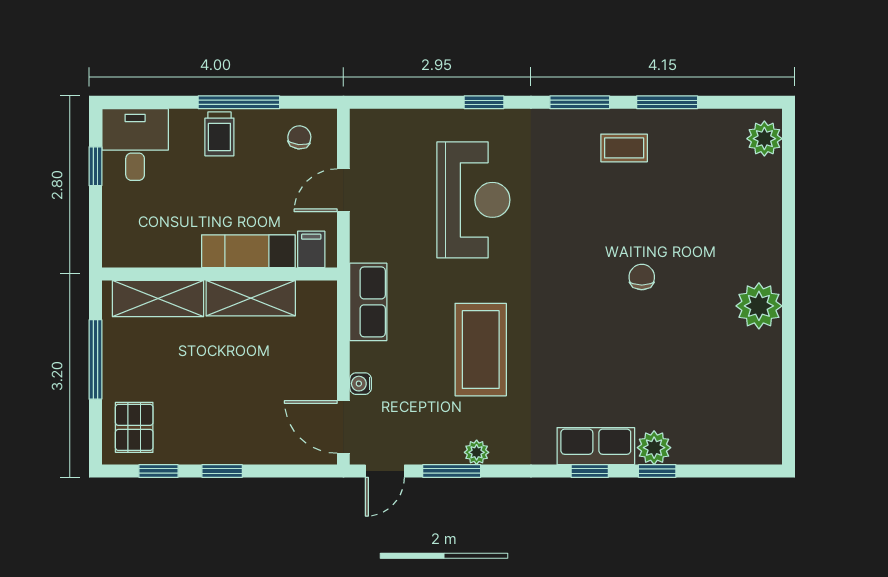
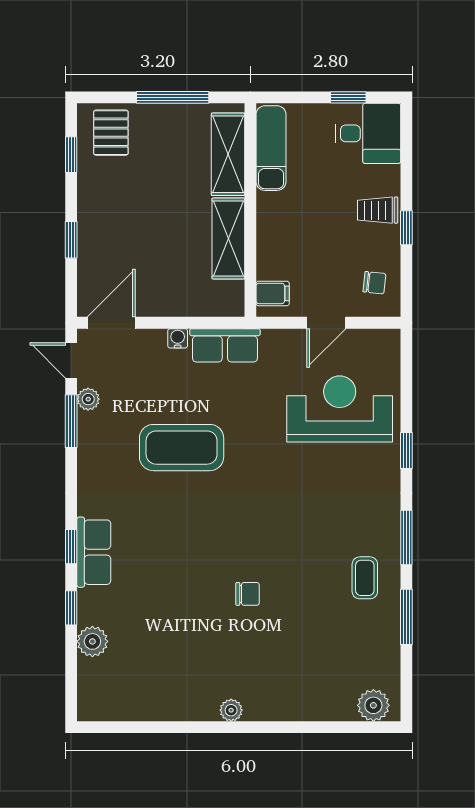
window: (239, 102) -> (406, 228), width x0.46
door: (343, 190) -> (326, 323), swing flipped
reception desk: (473, 200) -> (340, 409), moved, turned 180
exam couch: (248, 251) -> (271, 148), moved
plant: (759, 306) -> (231, 710), width x0.53, depth x0.53
water cooler: (361, 384) -> (178, 338), moved
pallet: (134, 427) -> (111, 133), turned 90
plant: (654, 448) -> (92, 641), moved
plant: (477, 452) -> (88, 399), moved
window: (222, 471) -> (71, 240), moved

